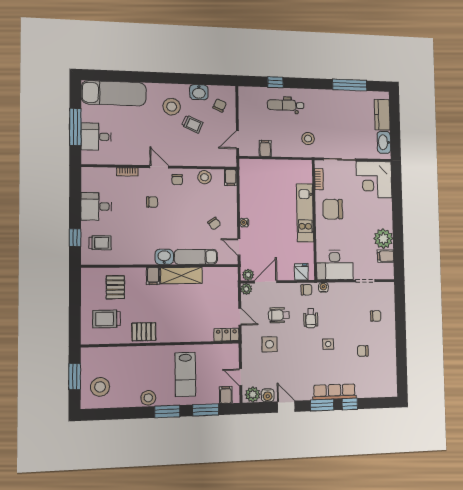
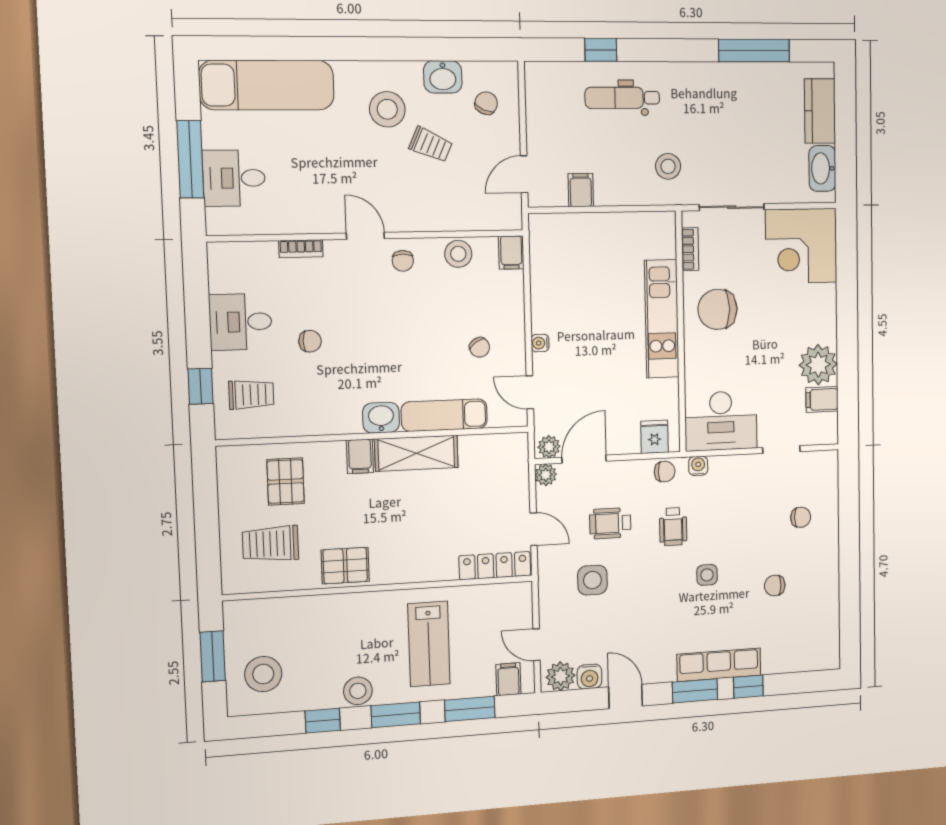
chair: (152, 202) -> (310, 341), moved
locker: (226, 335) -> (495, 566), width x1.53
window: (130, 413) -> (323, 721), added

